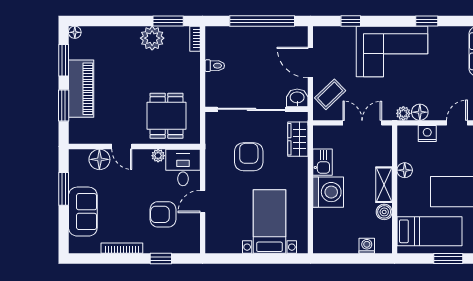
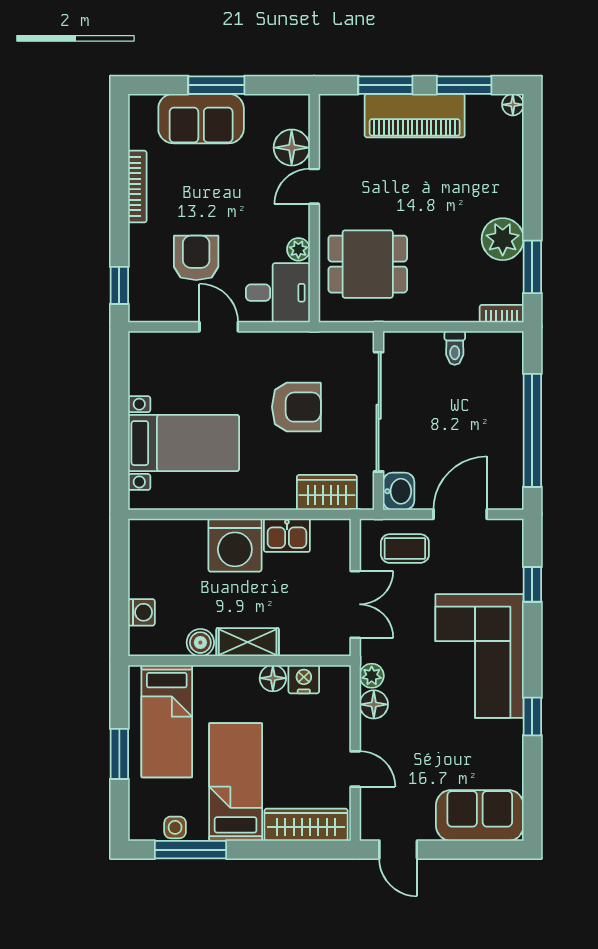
coffee table: (330, 94) -> (405, 549), turned -46
nightstand: (427, 134) -> (304, 679), moved, turned -90
window: (64, 189) -> (216, 85), moved
window: (161, 259) -> (119, 285), moved

